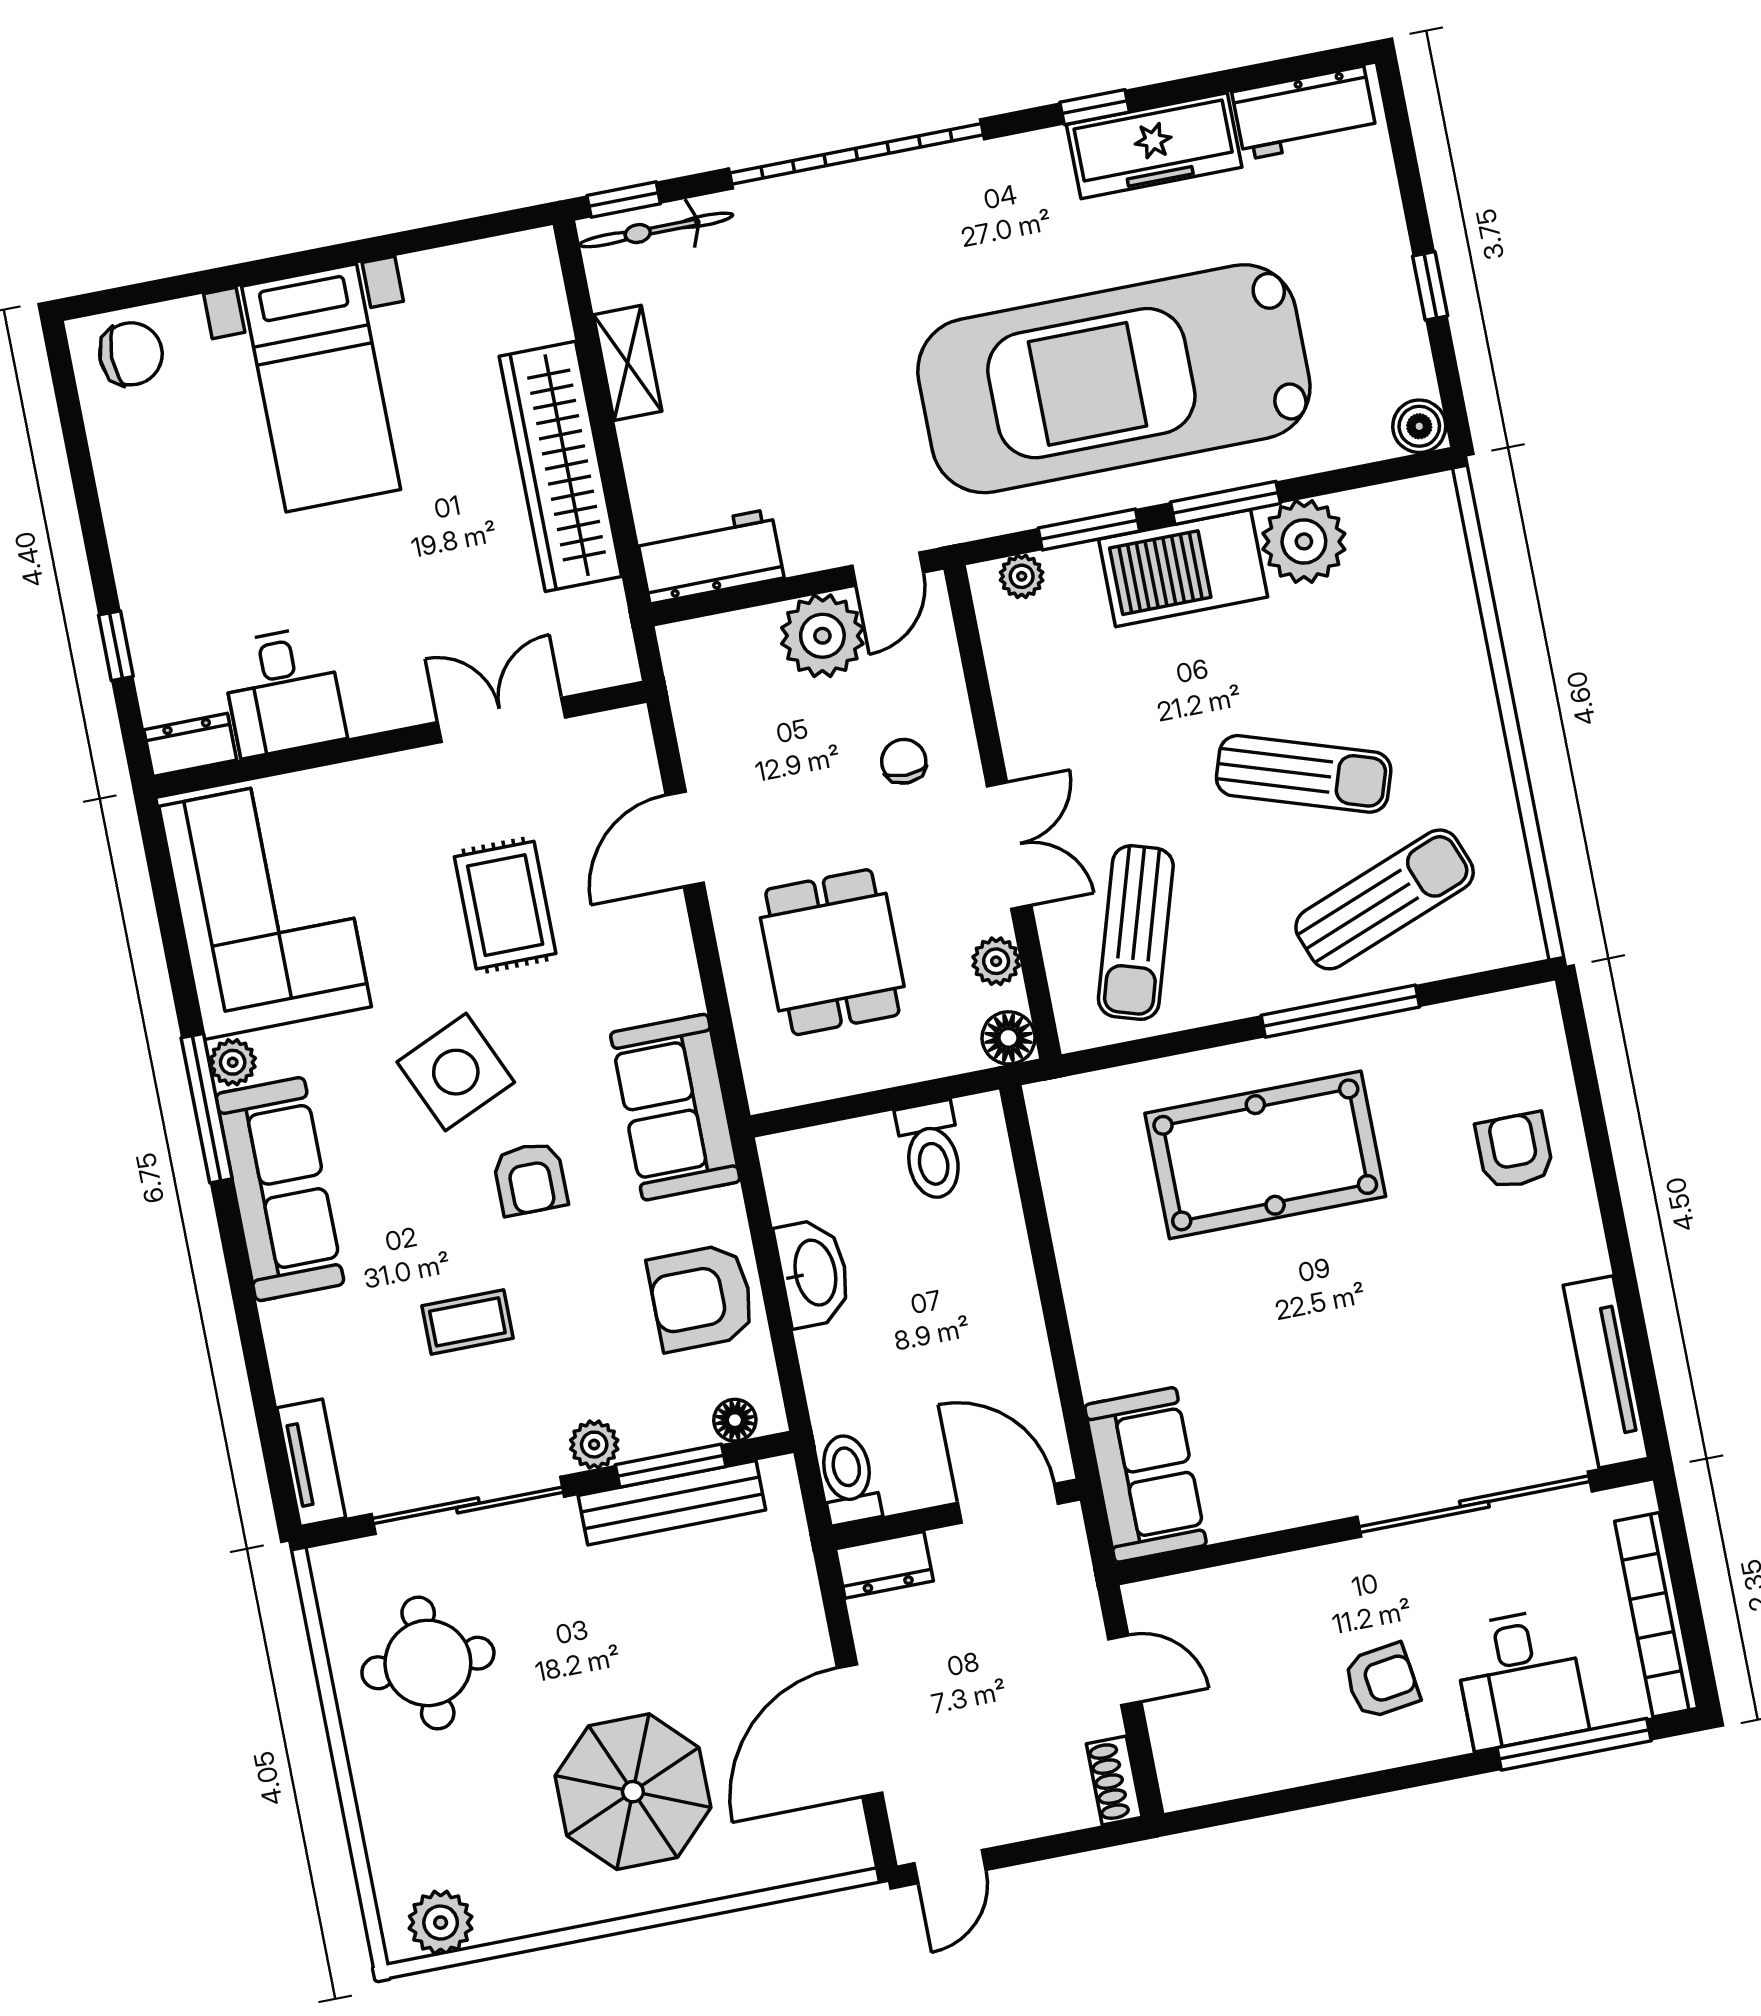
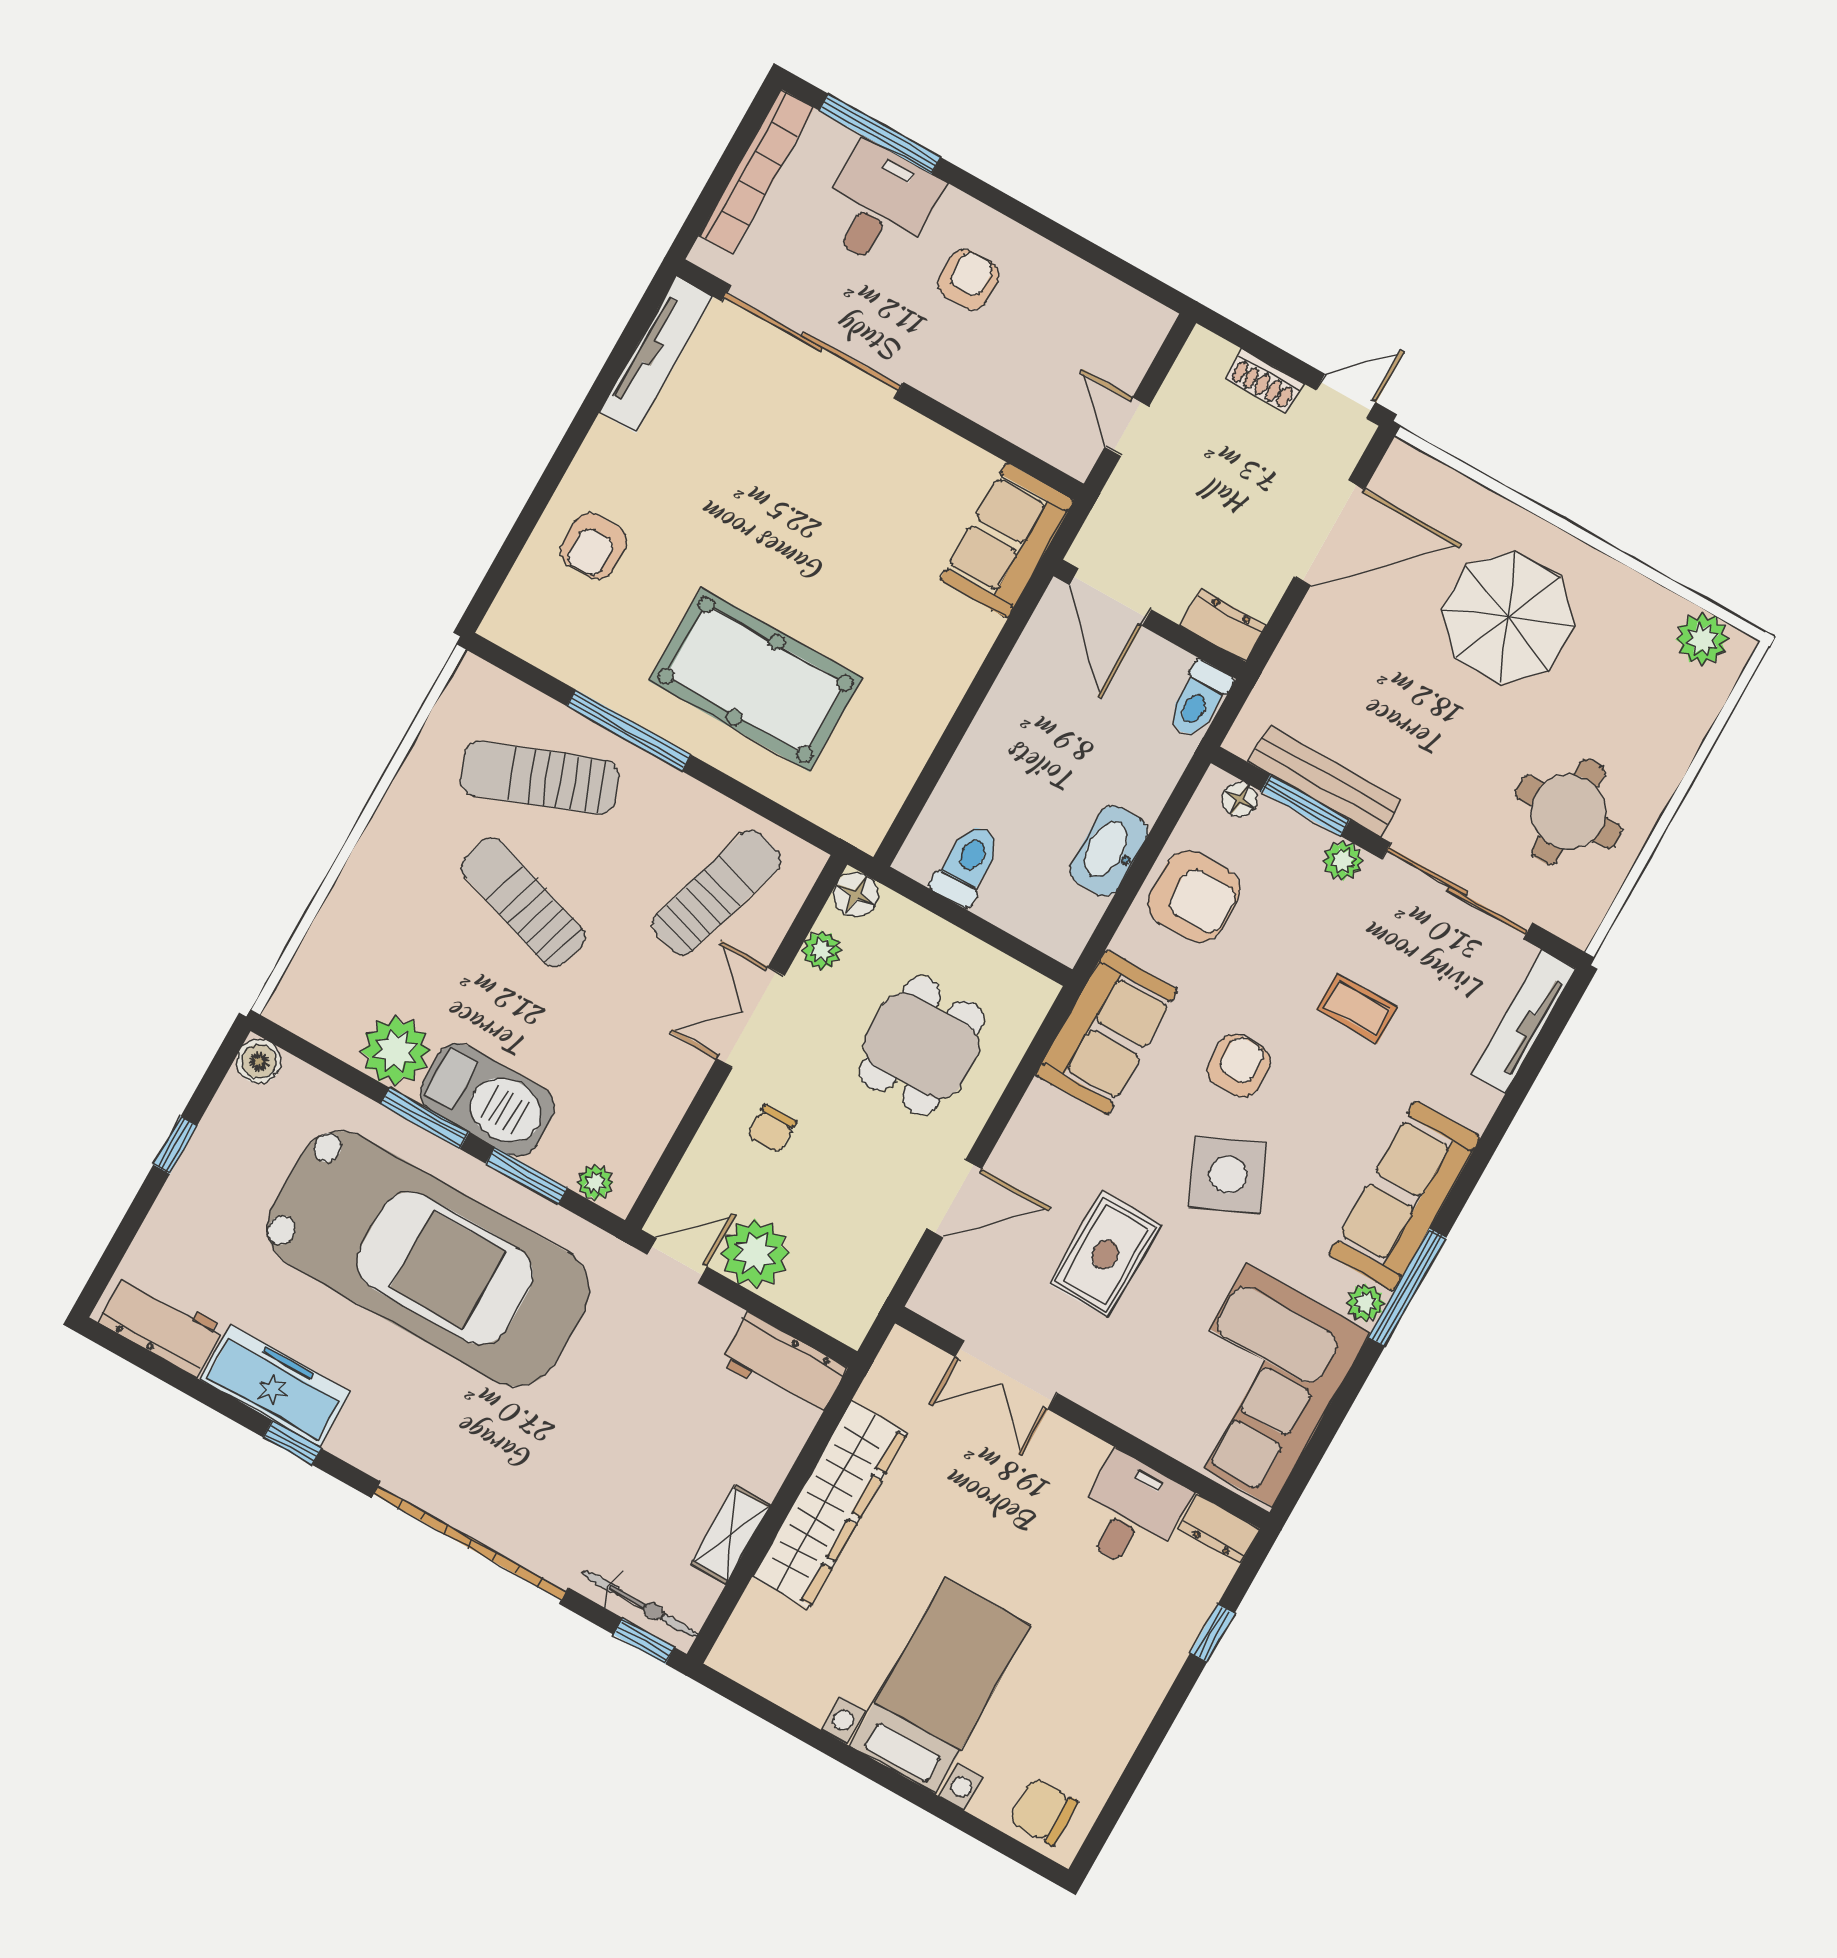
tv unit: (311, 1463) -> (1524, 1022), width x1.41
armchair: (1382, 1681) -> (968, 279), turned 98
shoe rack: (1114, 1781) -> (1264, 381), moved, turned 90

